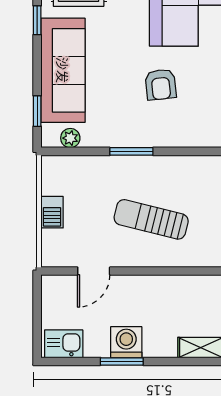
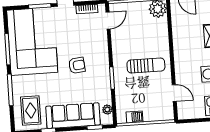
barbecue: (52, 212) -> (134, 117), moved
sun lounger: (151, 219) -> (146, 66), turned -104

